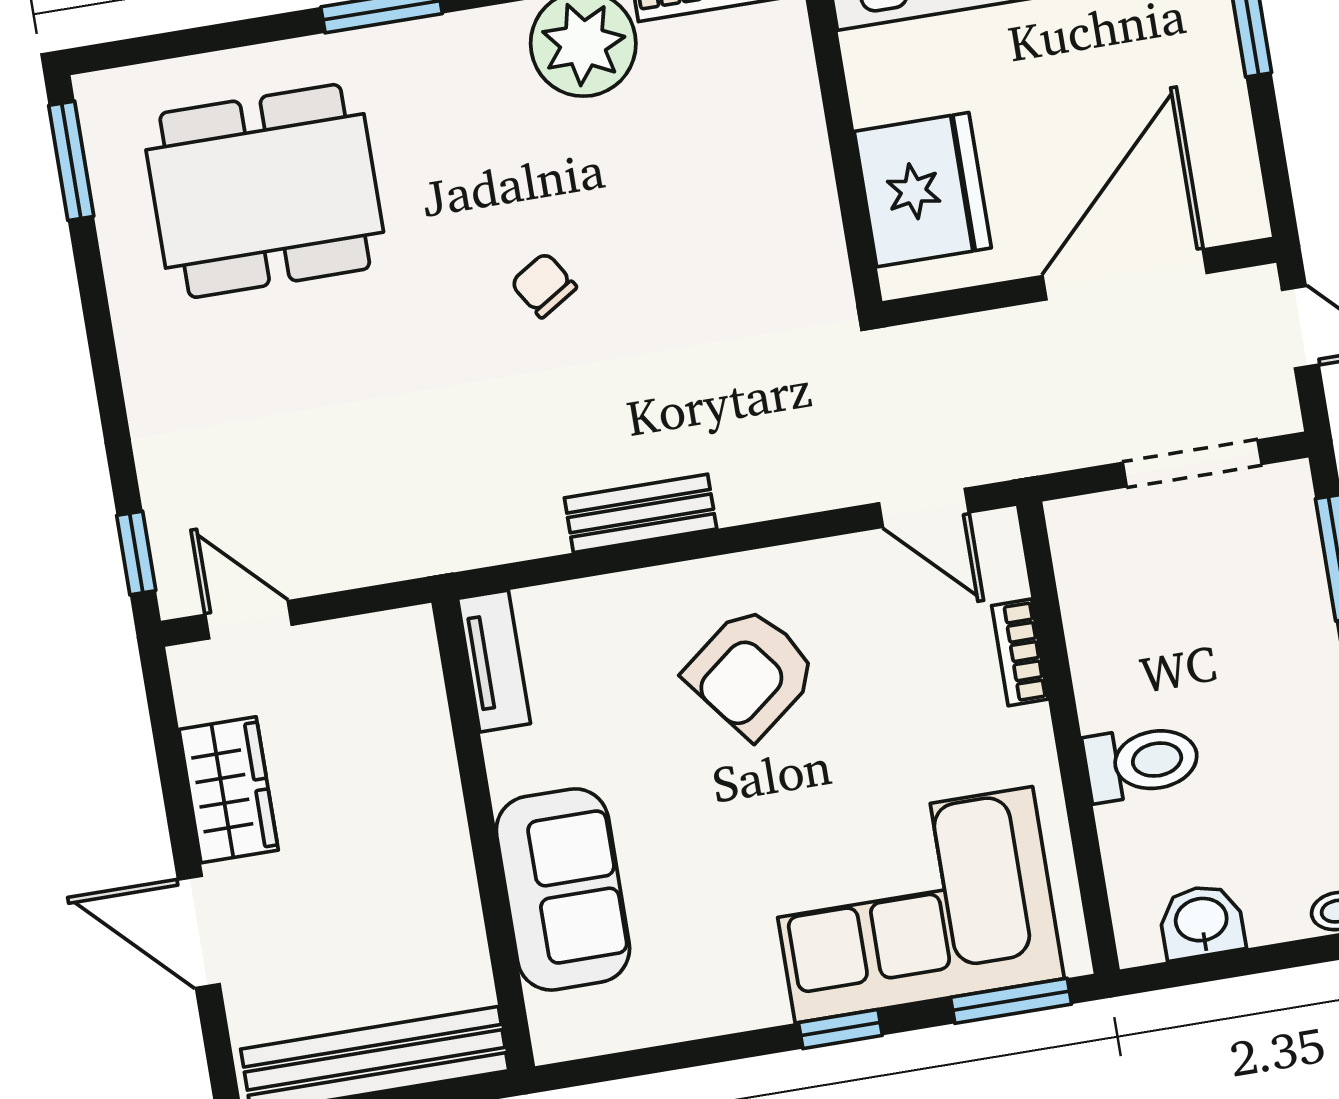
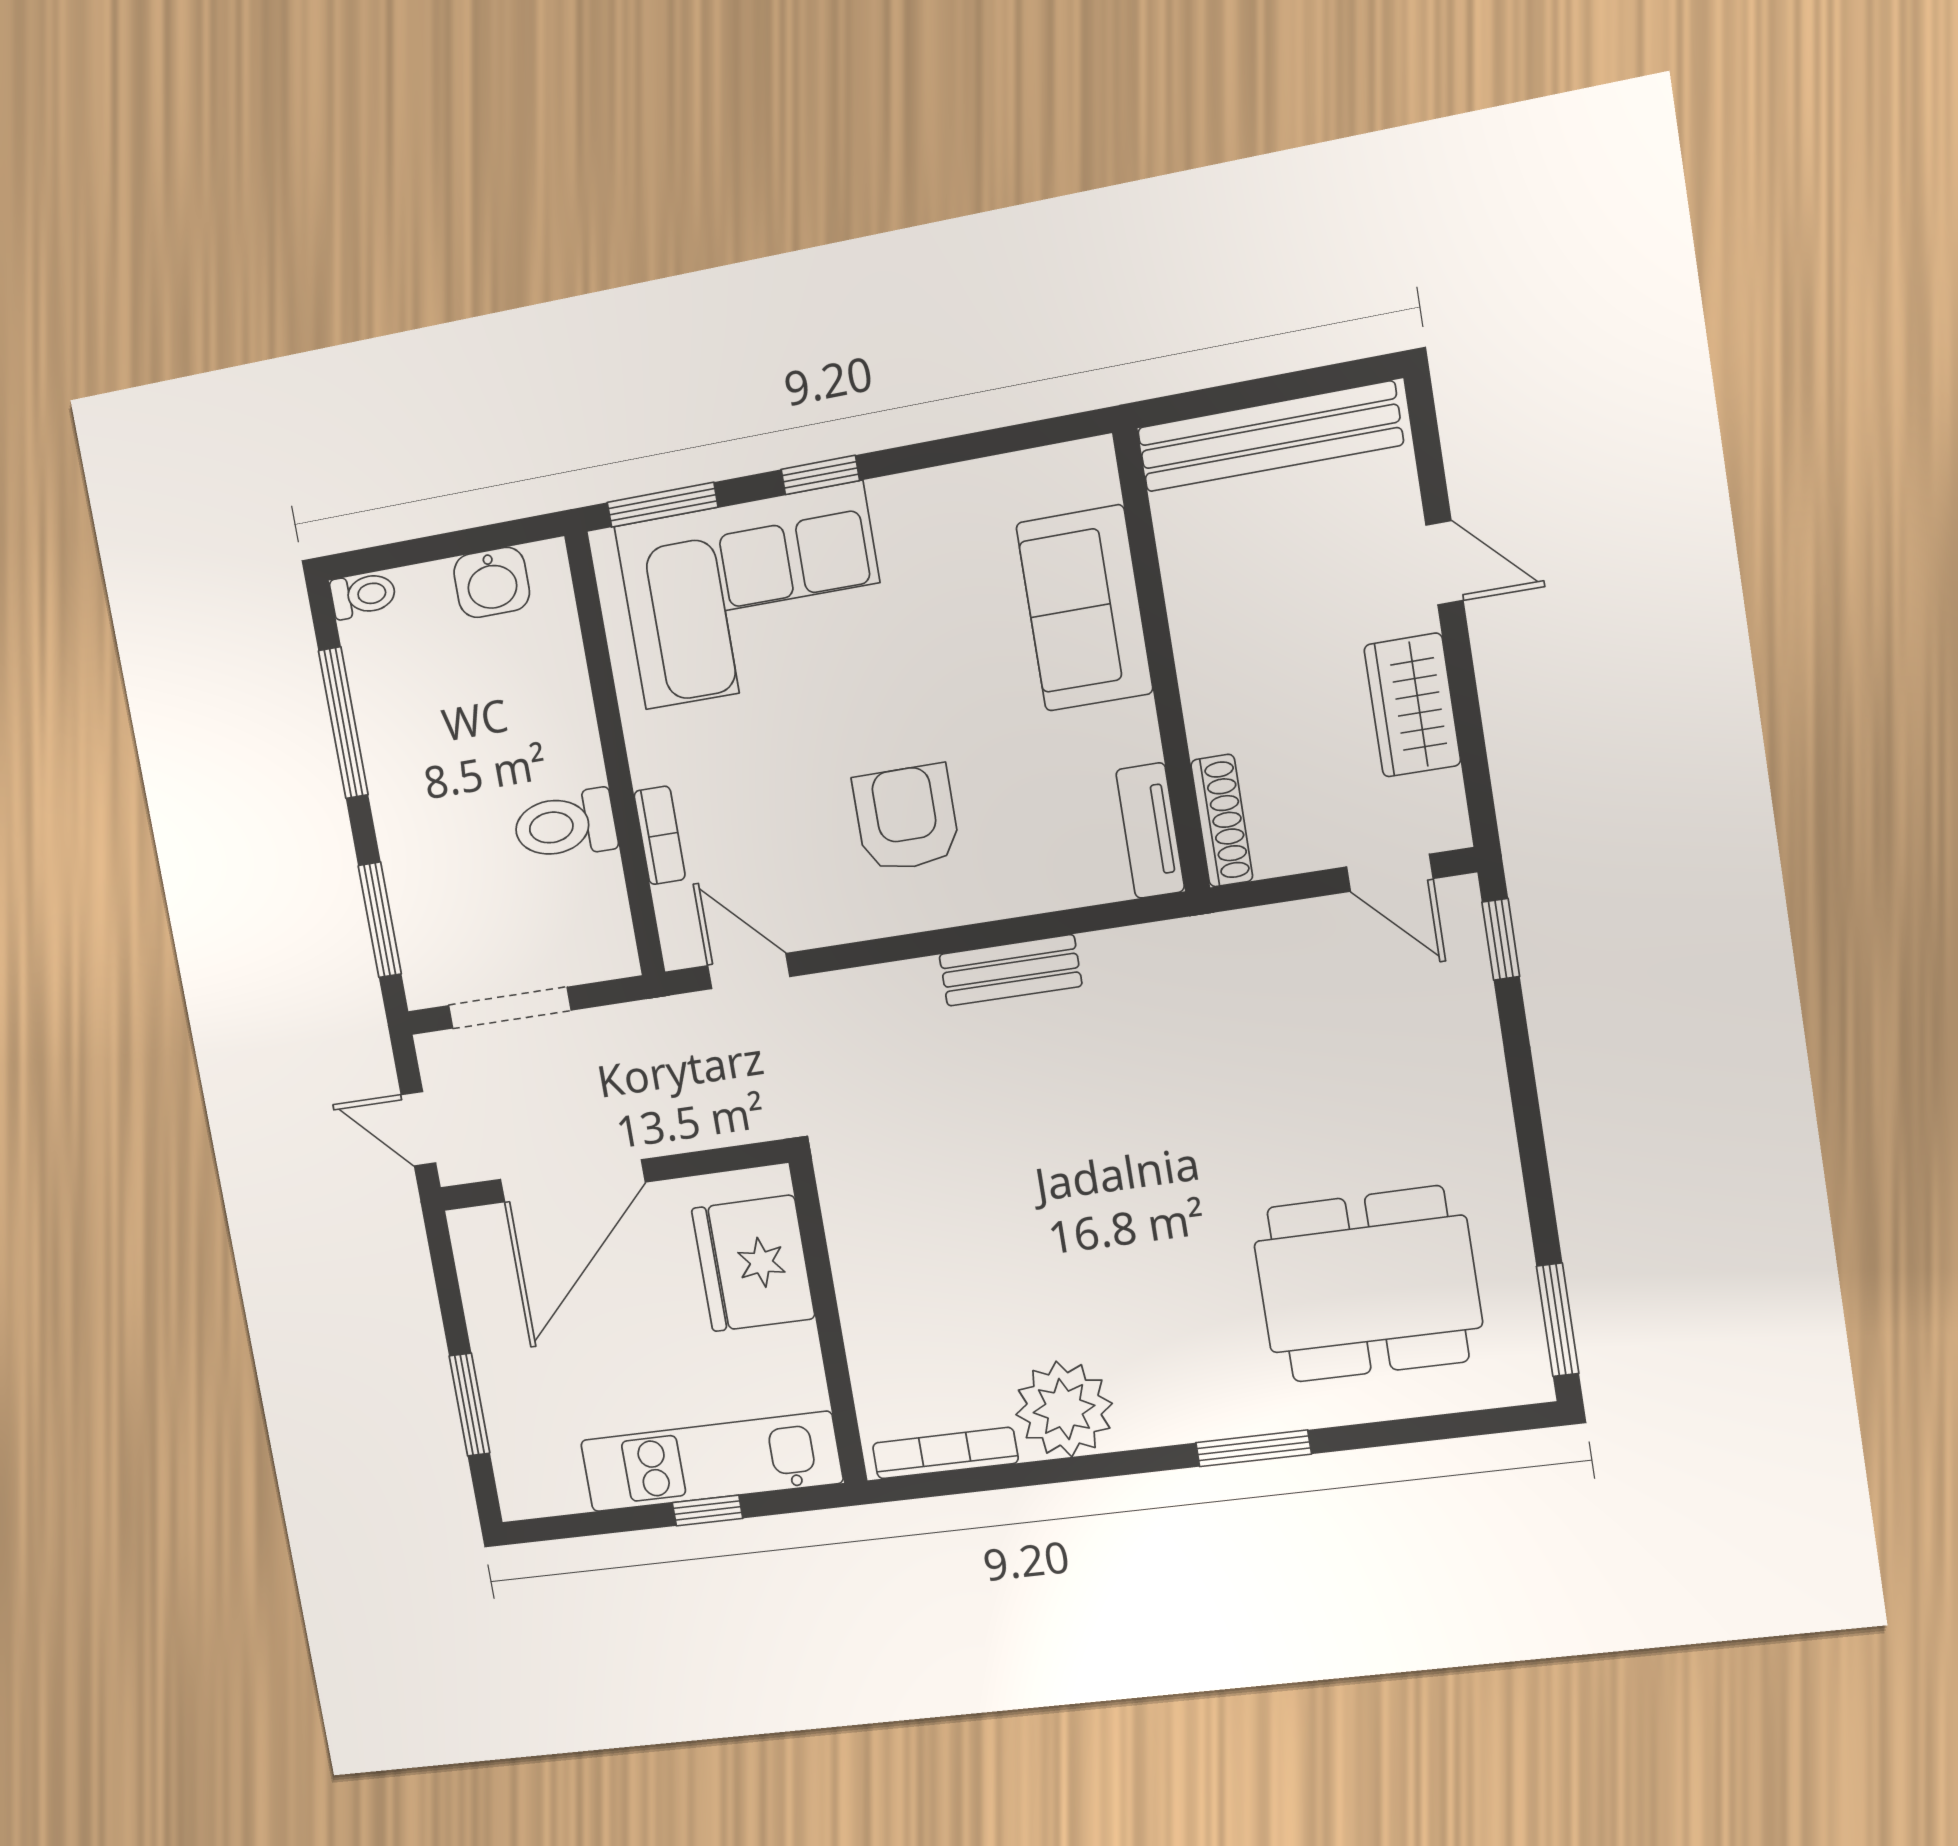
chair: (544, 285) -> (1102, 1187), removed
shoe rack: (420, 672) -> (1222, 821), added
armchair: (751, 672) -> (906, 818), turned -52
toilet: (1142, 762) -> (565, 825), moved
door: (199, 932) -> (1444, 563), width x0.73

